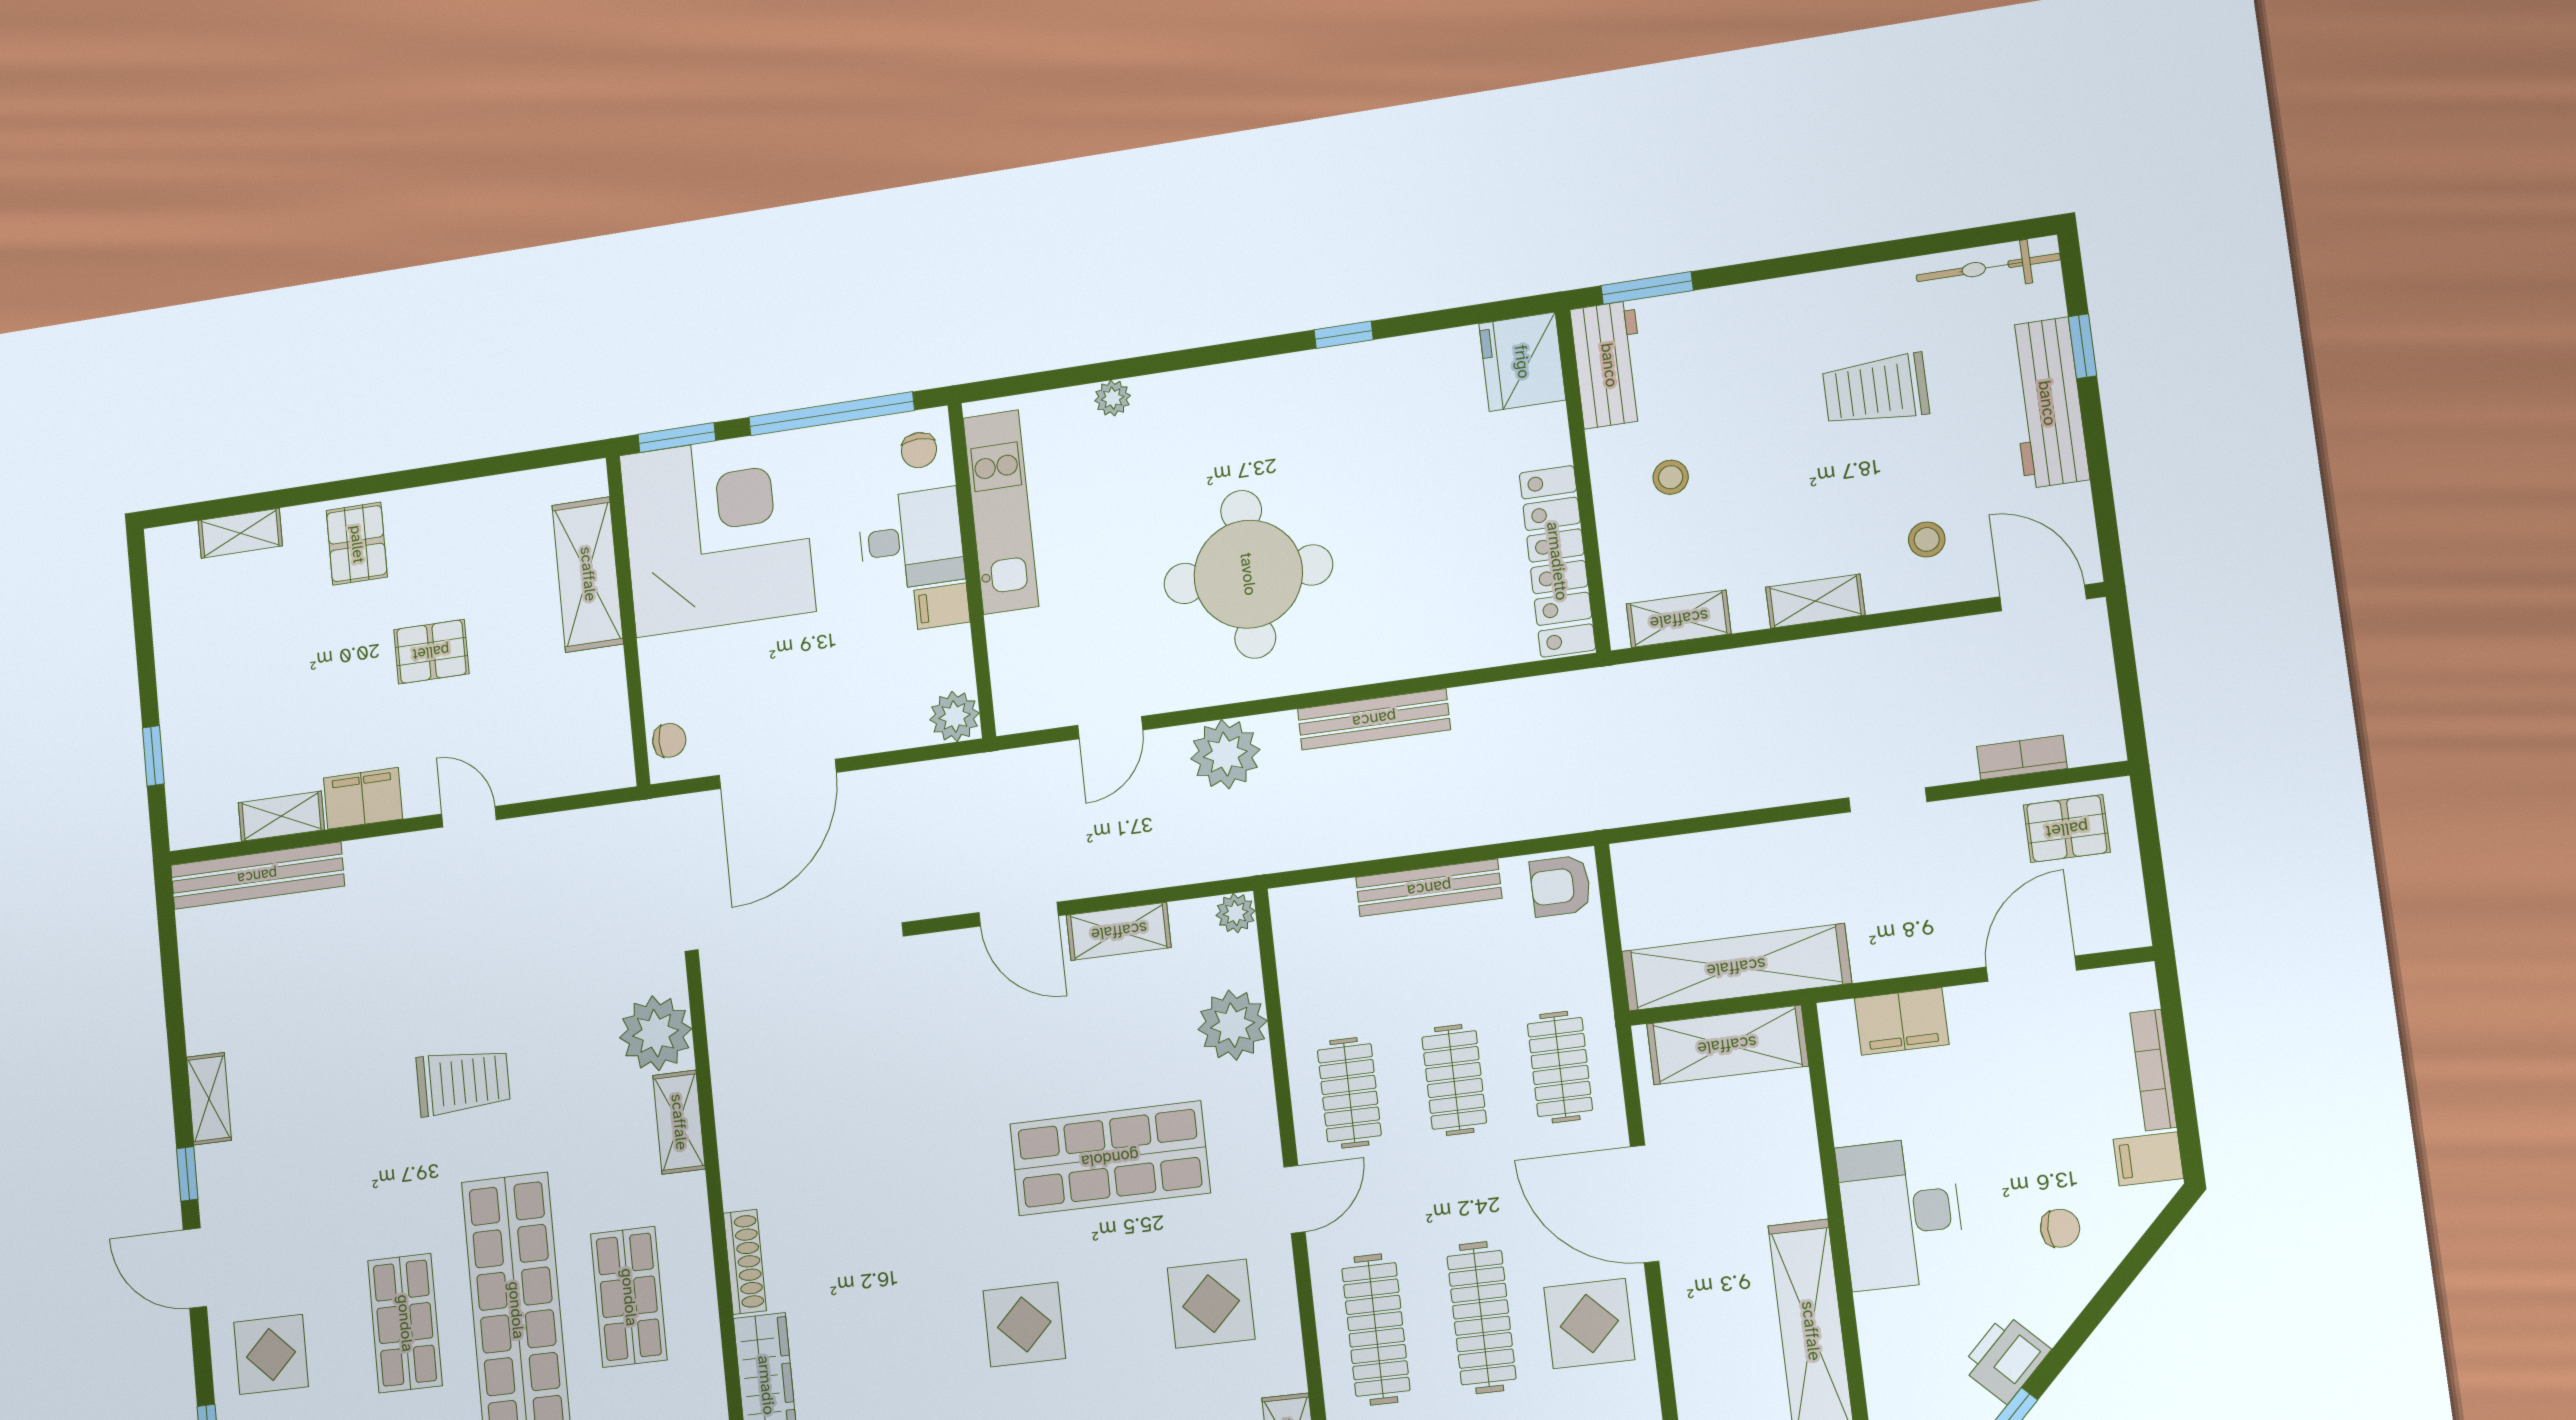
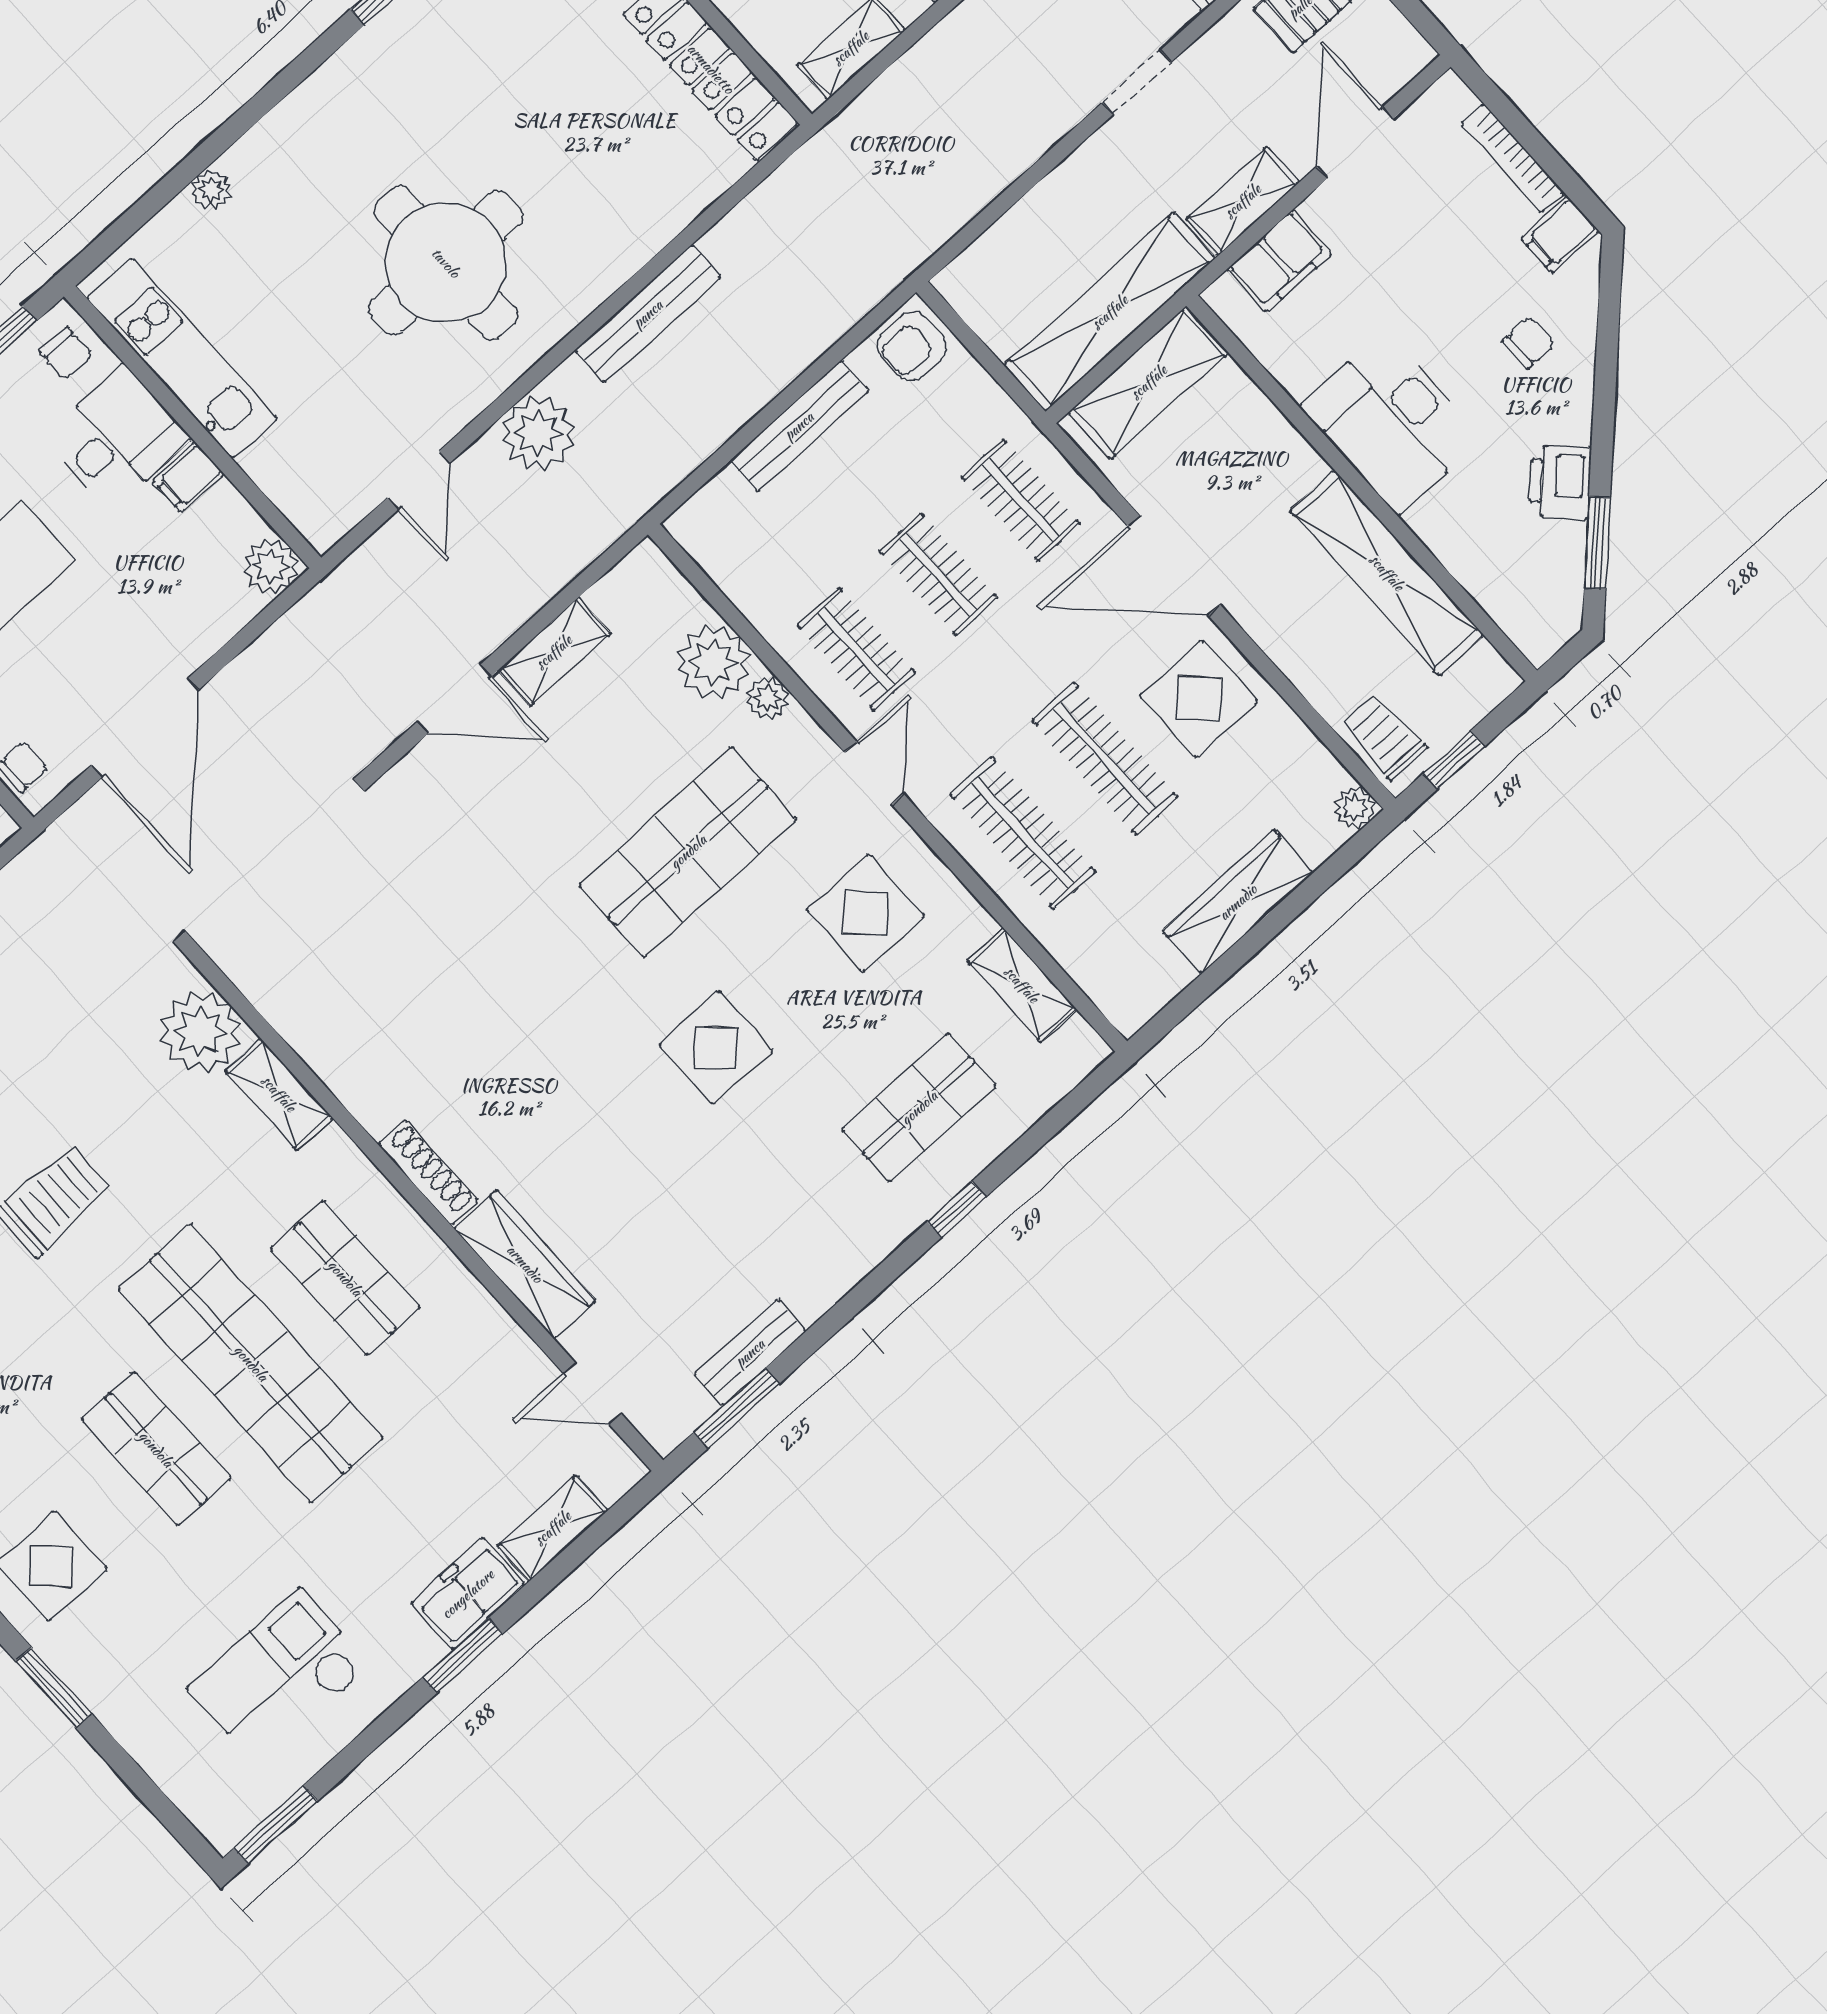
plant: (1236, 913) -> (767, 698), moved
shelving: (1906, 953) -> (1243, 201), added

